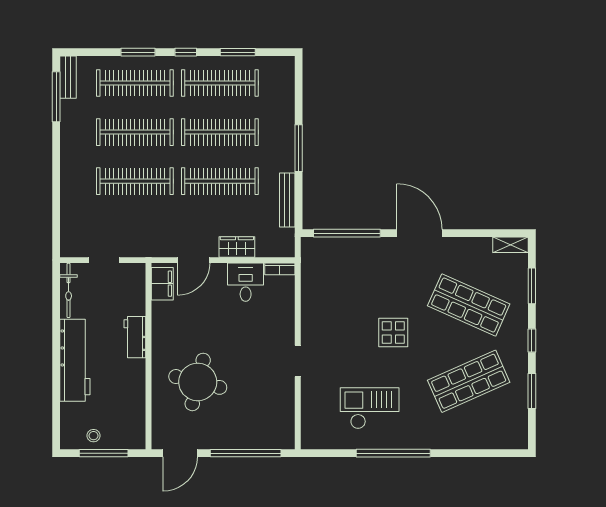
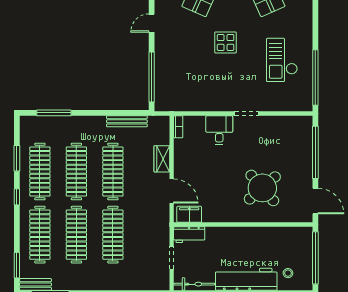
window: (138, 52) -> (17, 265), moved
window: (299, 148) -> (54, 113), moved
door: (419, 233) -> (152, 23), width x0.53
desk: (246, 282) -> (219, 130), moved, turned 90
workbench: (135, 337) -> (189, 235), moved
round table: (198, 382) -> (262, 188), turned 35
stool: (94, 436) -> (288, 273), moved
window: (104, 453) -> (315, 258), width x1.46
window: (393, 453) -> (315, 77), moved

